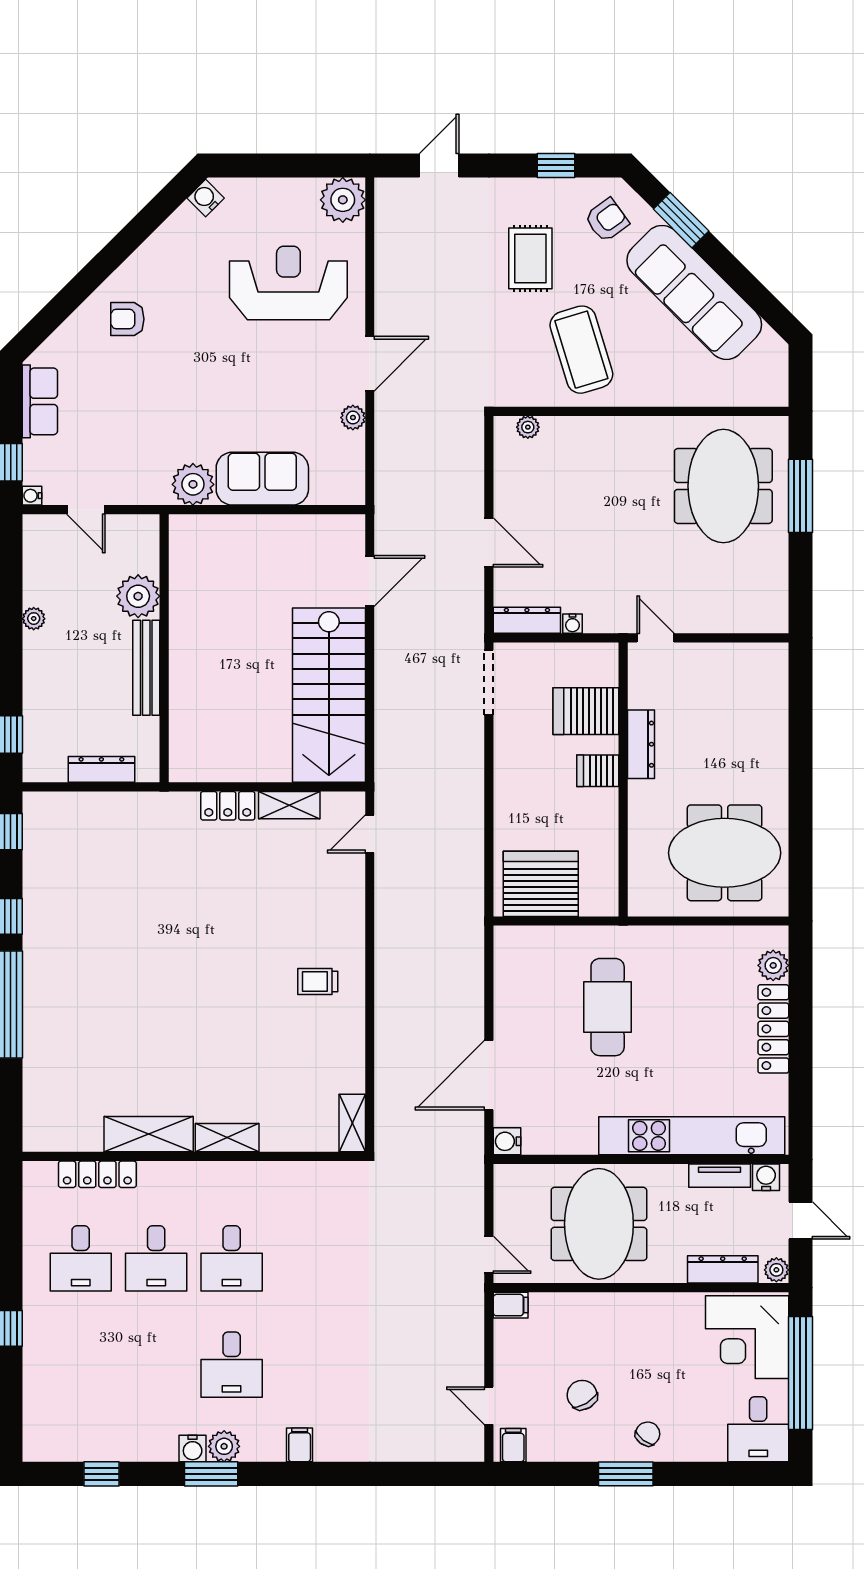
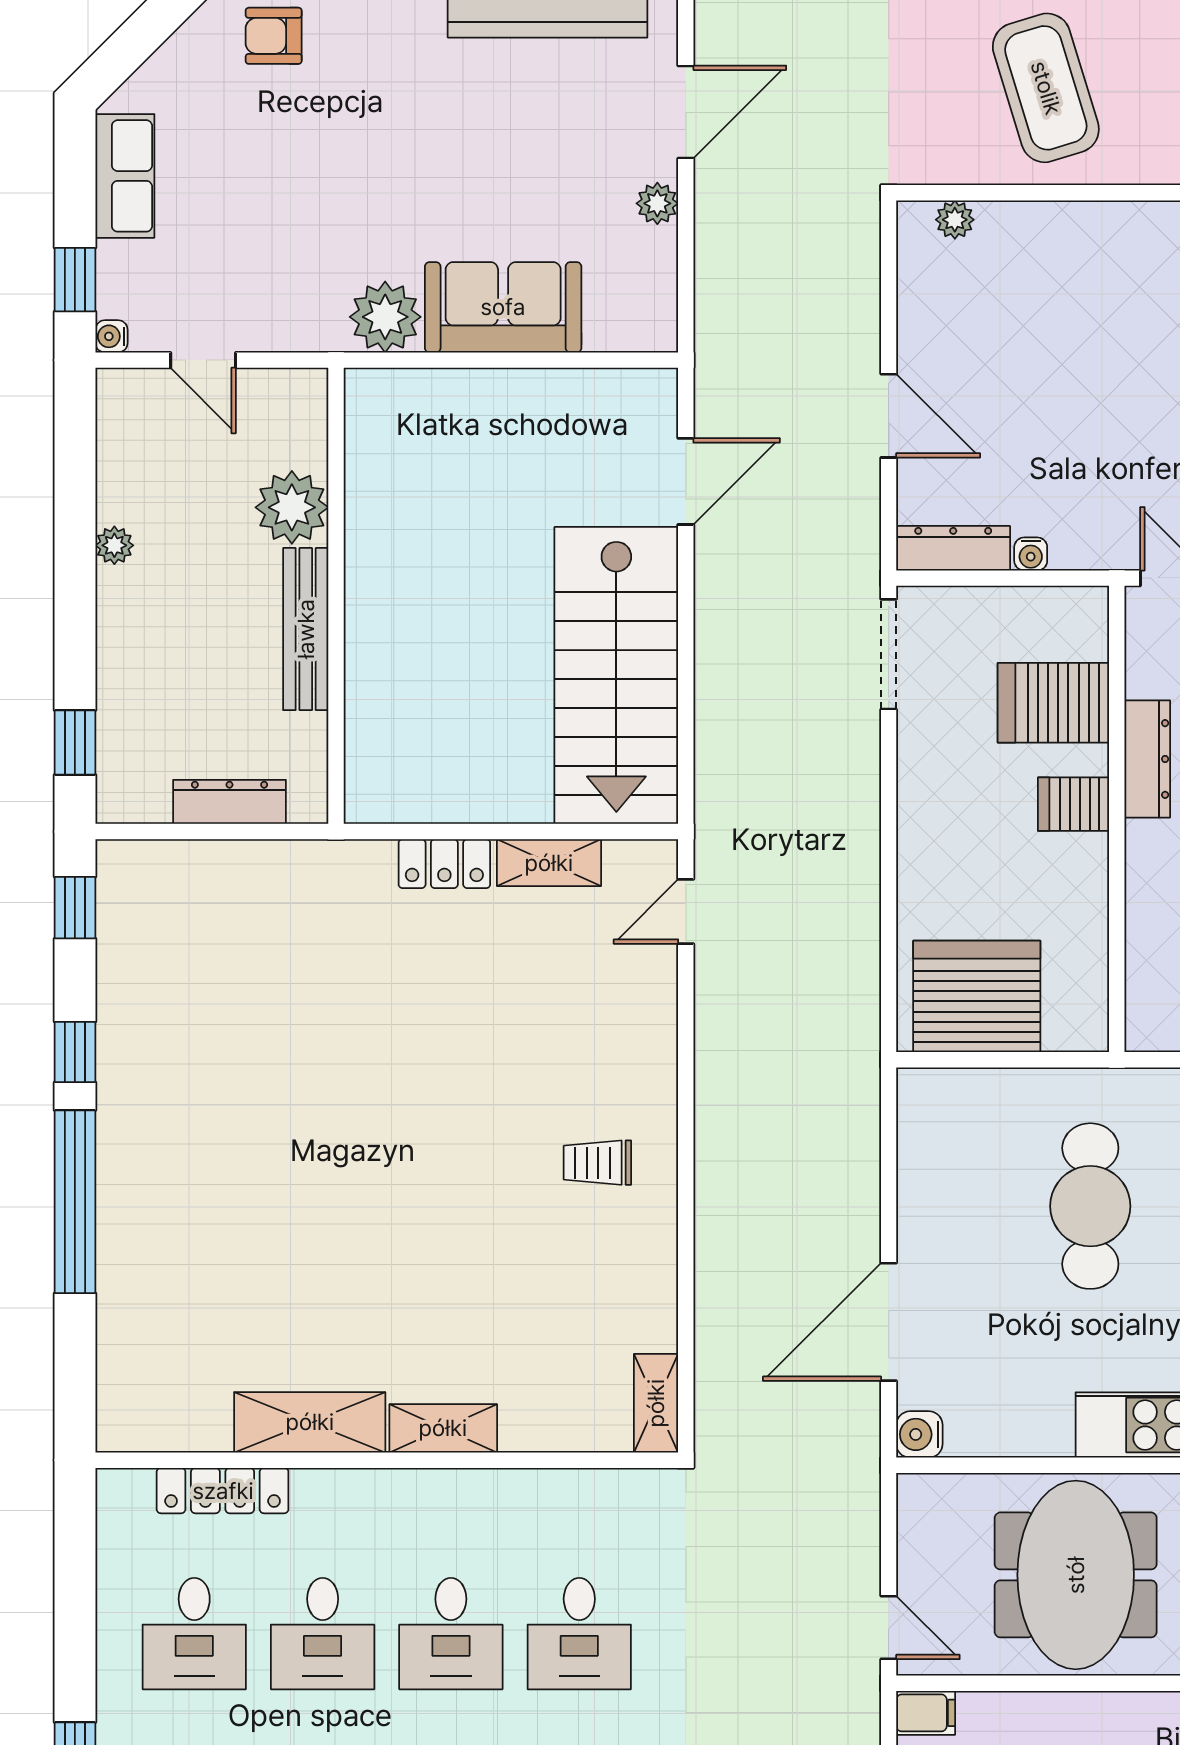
desk: (307, 1258) -> (579, 1634), added

